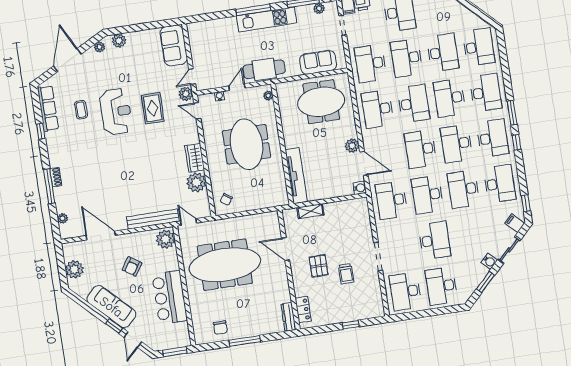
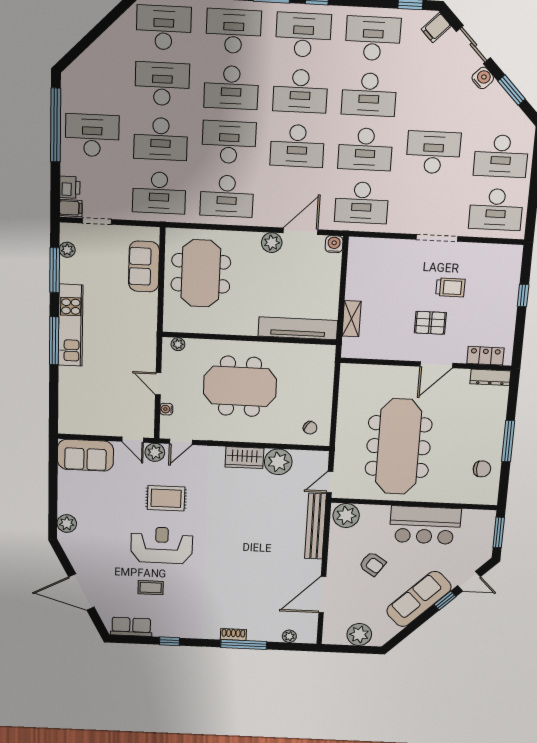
plant: (100, 47) -> (71, 549), removed
cafe table: (264, 69) -> (140, 342), removed
row of seats: (48, 108) -> (131, 627), width x0.68
door: (286, 249) -> (436, 365), moved

